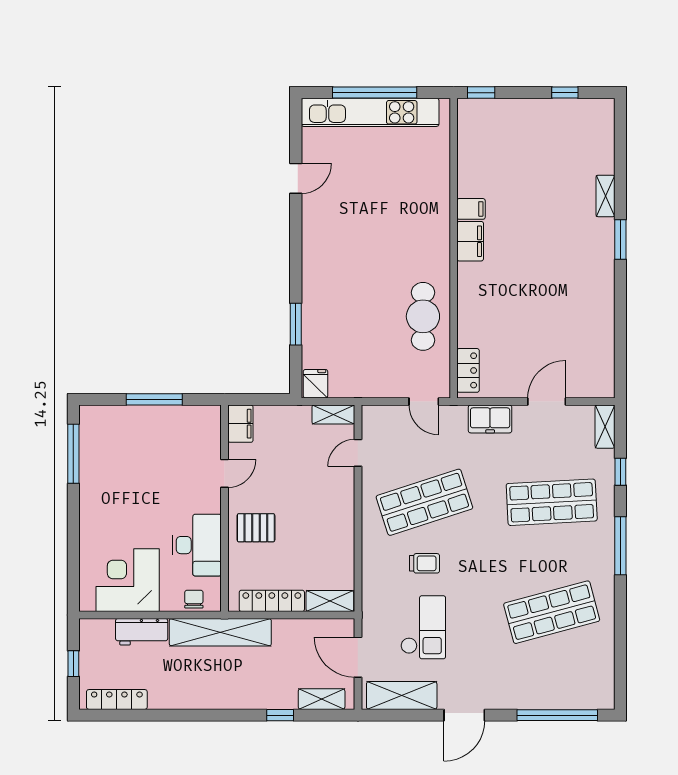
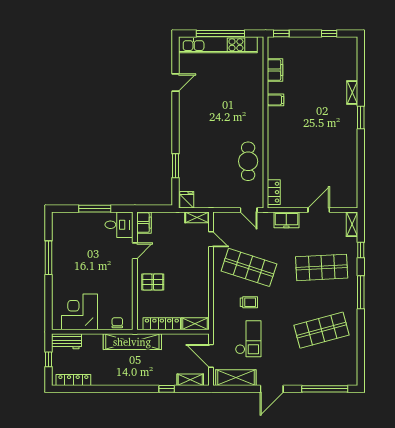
filing cabinet: (470, 241) -> (275, 70), moved
door: (358, 453) -> (211, 239), swing flipped
window: (73, 454) -> (49, 258), moved
shop shelf: (424, 502) -> (249, 267), turned 36
desk: (197, 545) -> (119, 225), moved, width x0.73
workbench: (142, 632) -> (67, 341), moved

